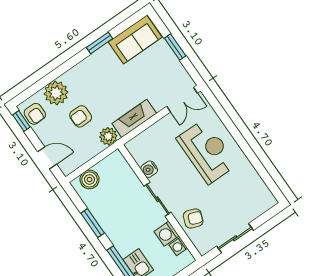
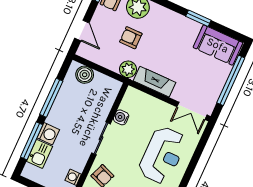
window: (175, 47) -> (231, 80), width x2.11
window: (93, 223) -> (51, 98), width x1.44
washing machine: (167, 234) -> (48, 134), moved, turned 180

